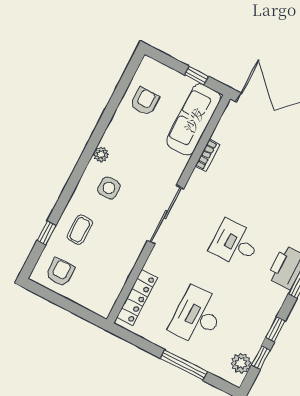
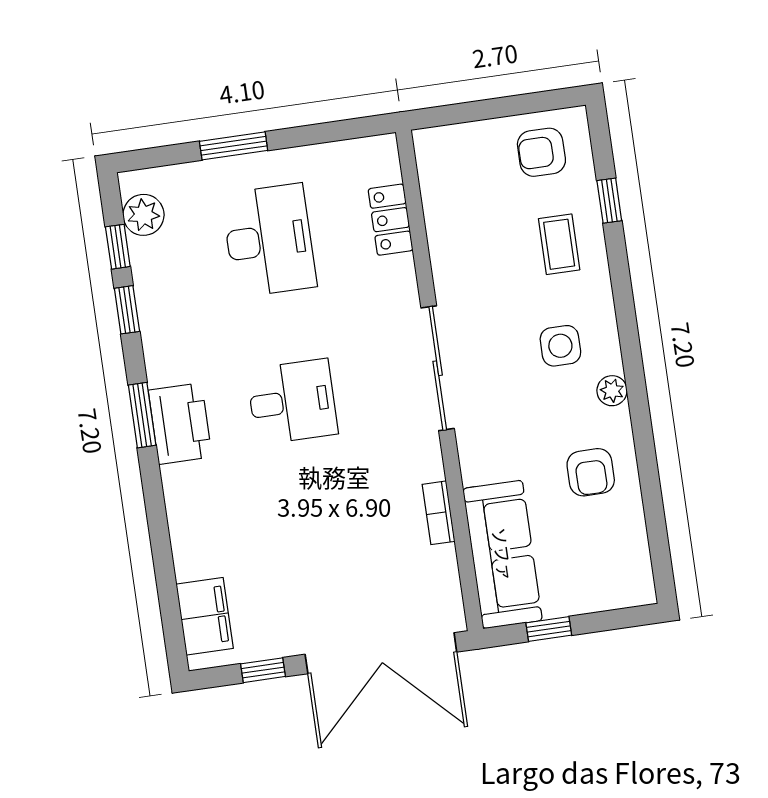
armchair: (145, 101) -> (591, 472), moved
armchair: (60, 272) -> (541, 152), turned 90
locker: (137, 297) -> (390, 220), width x0.66
window: (184, 365) -> (234, 146), width x0.69

